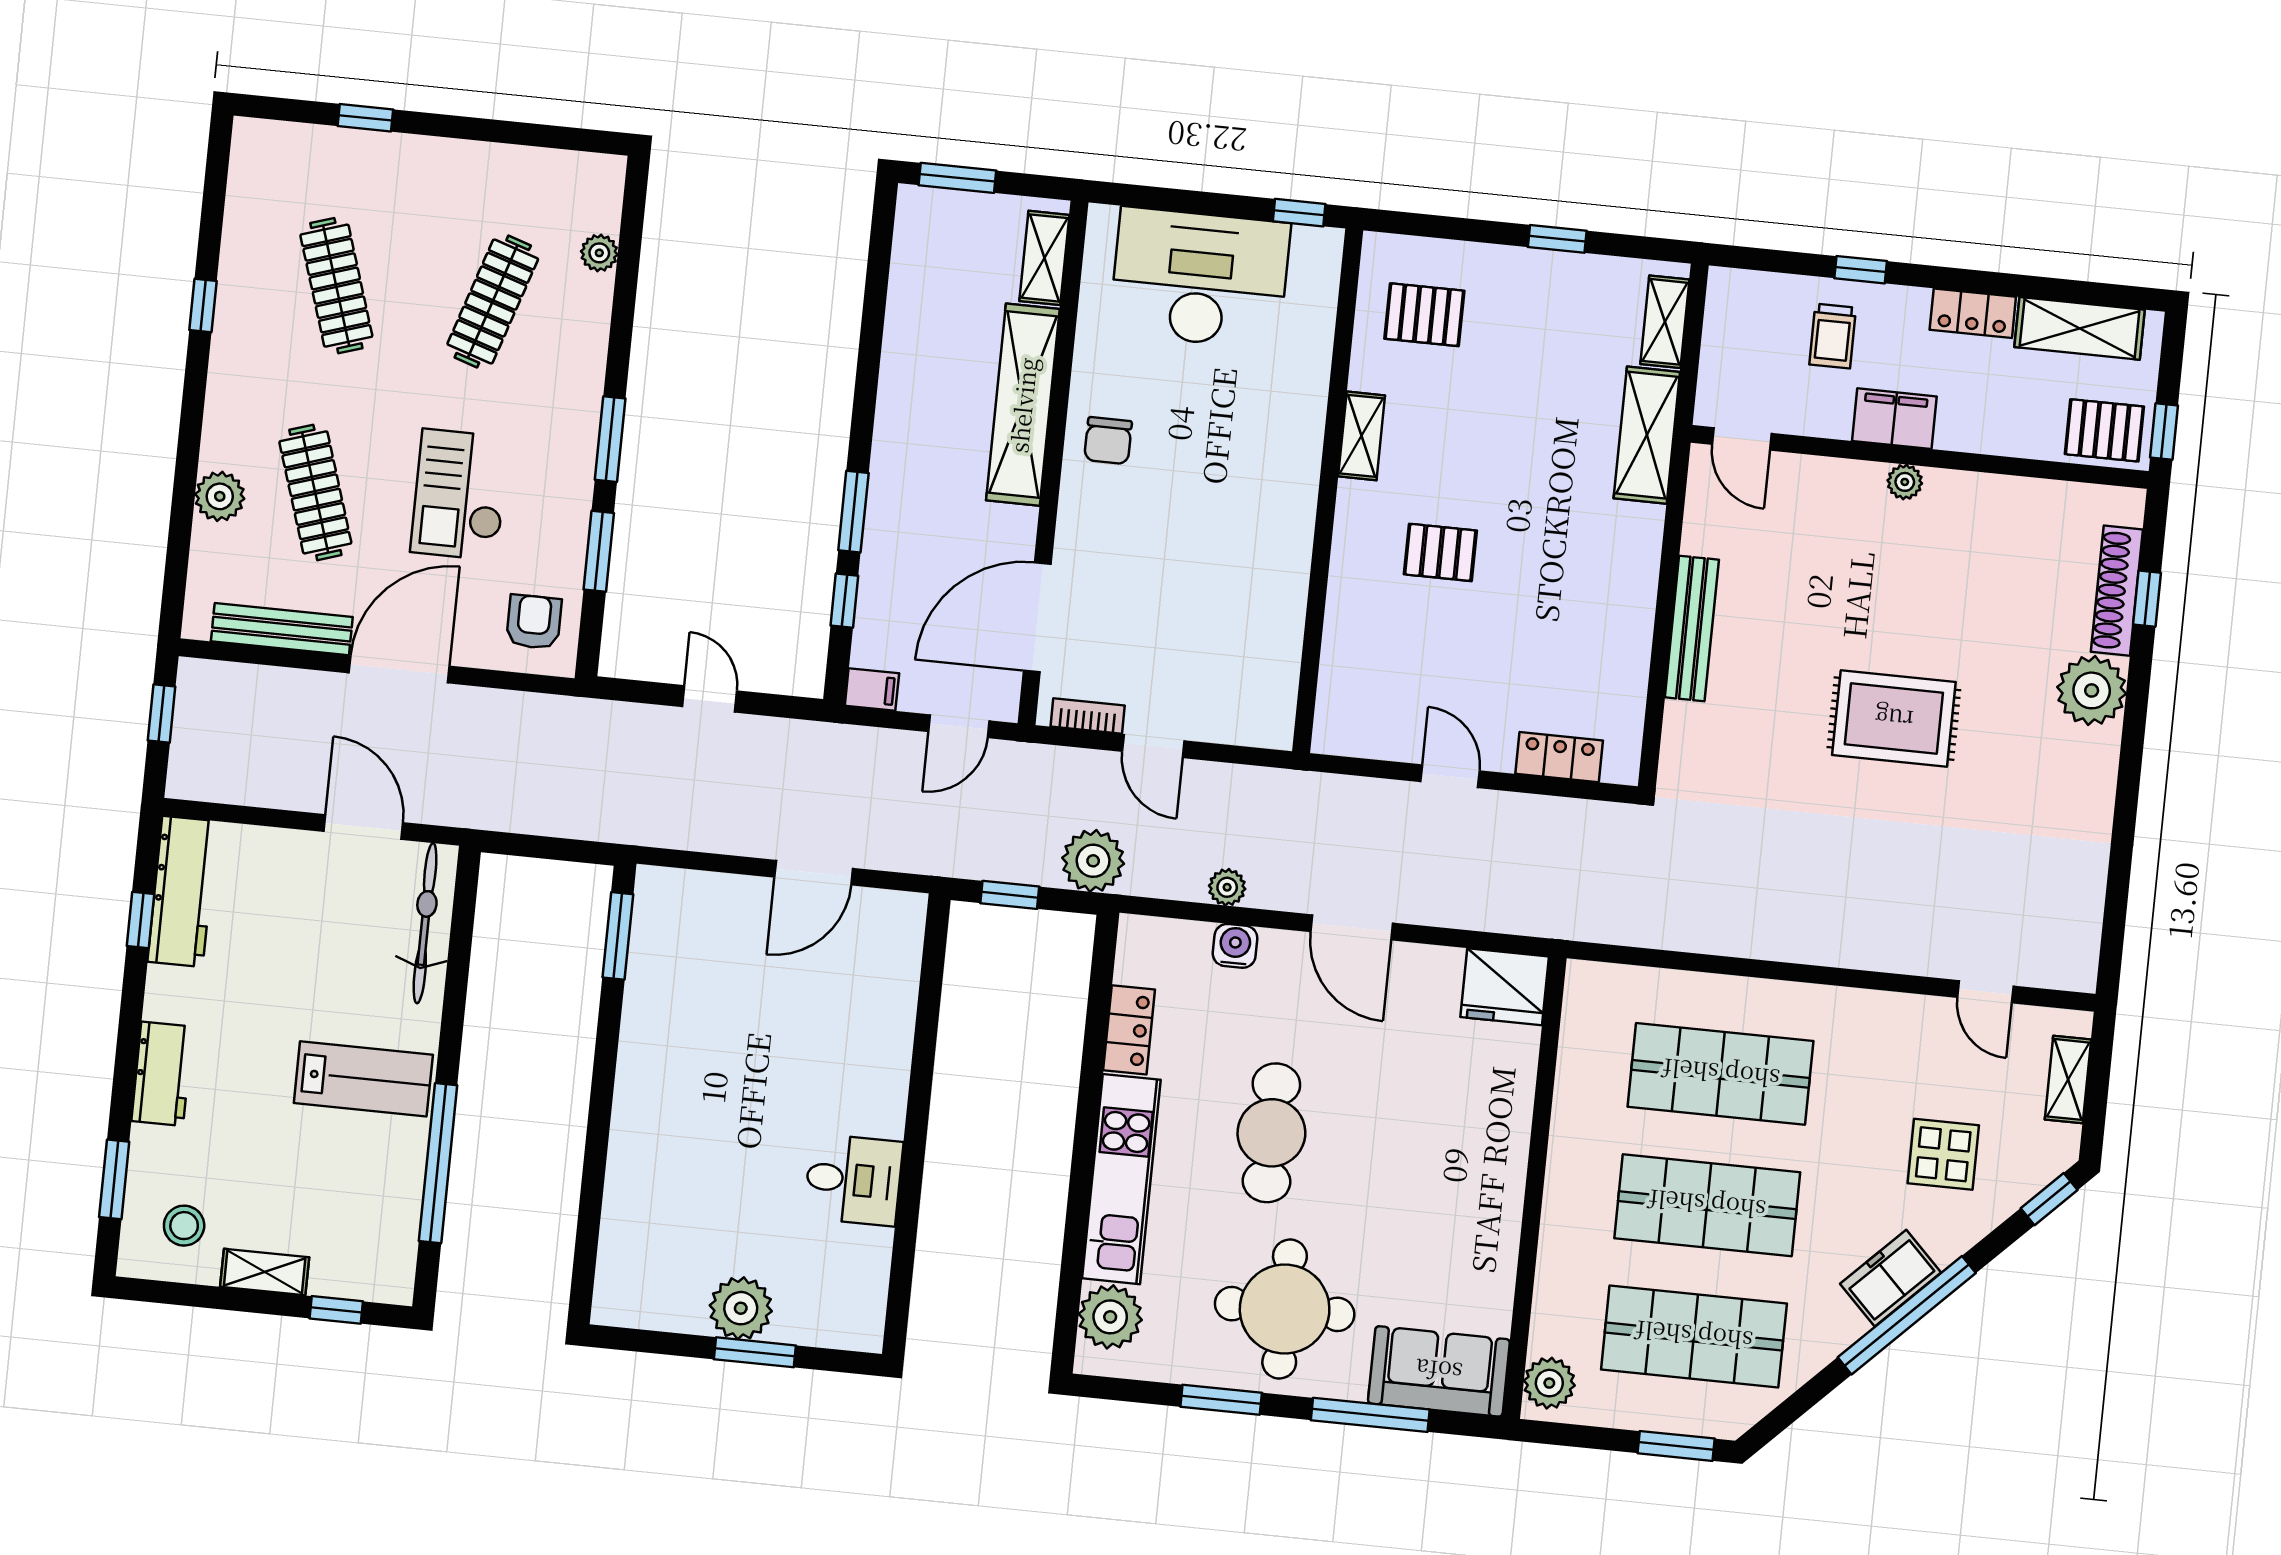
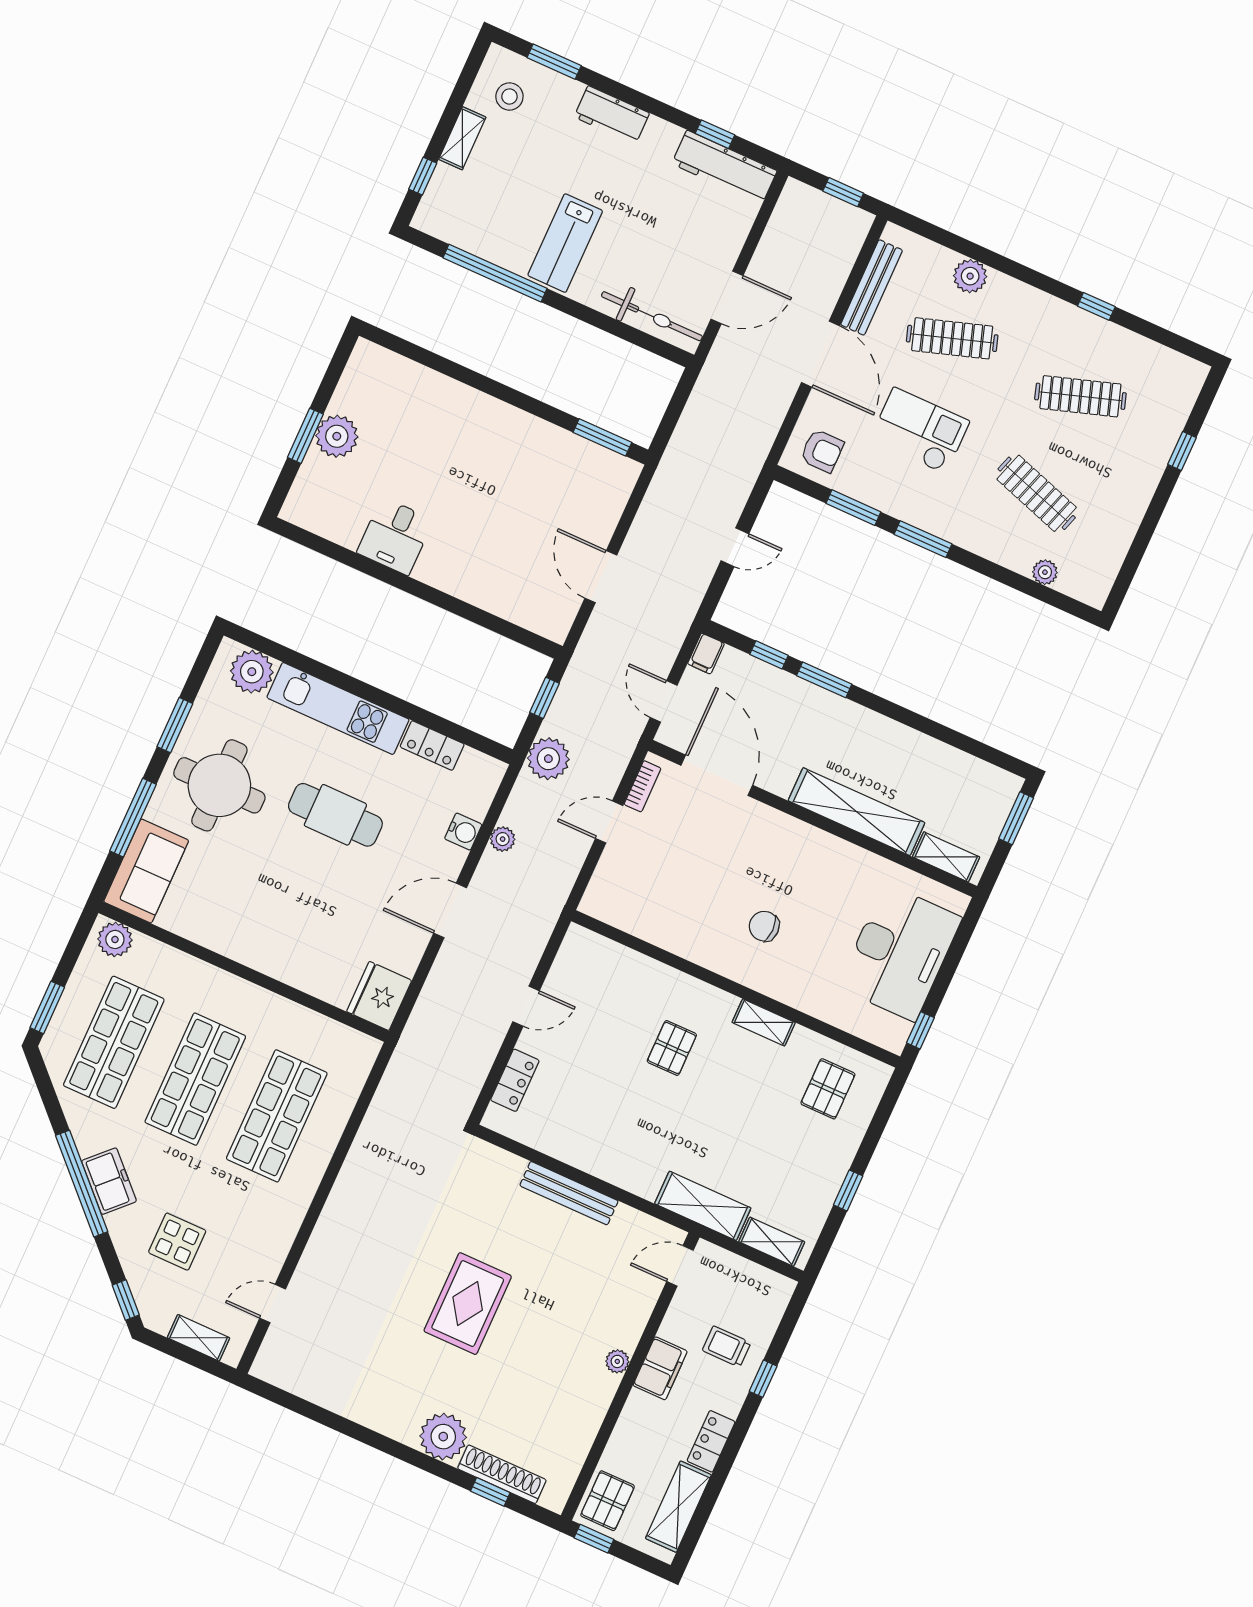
chair: (1108, 441) -> (764, 926), moved

